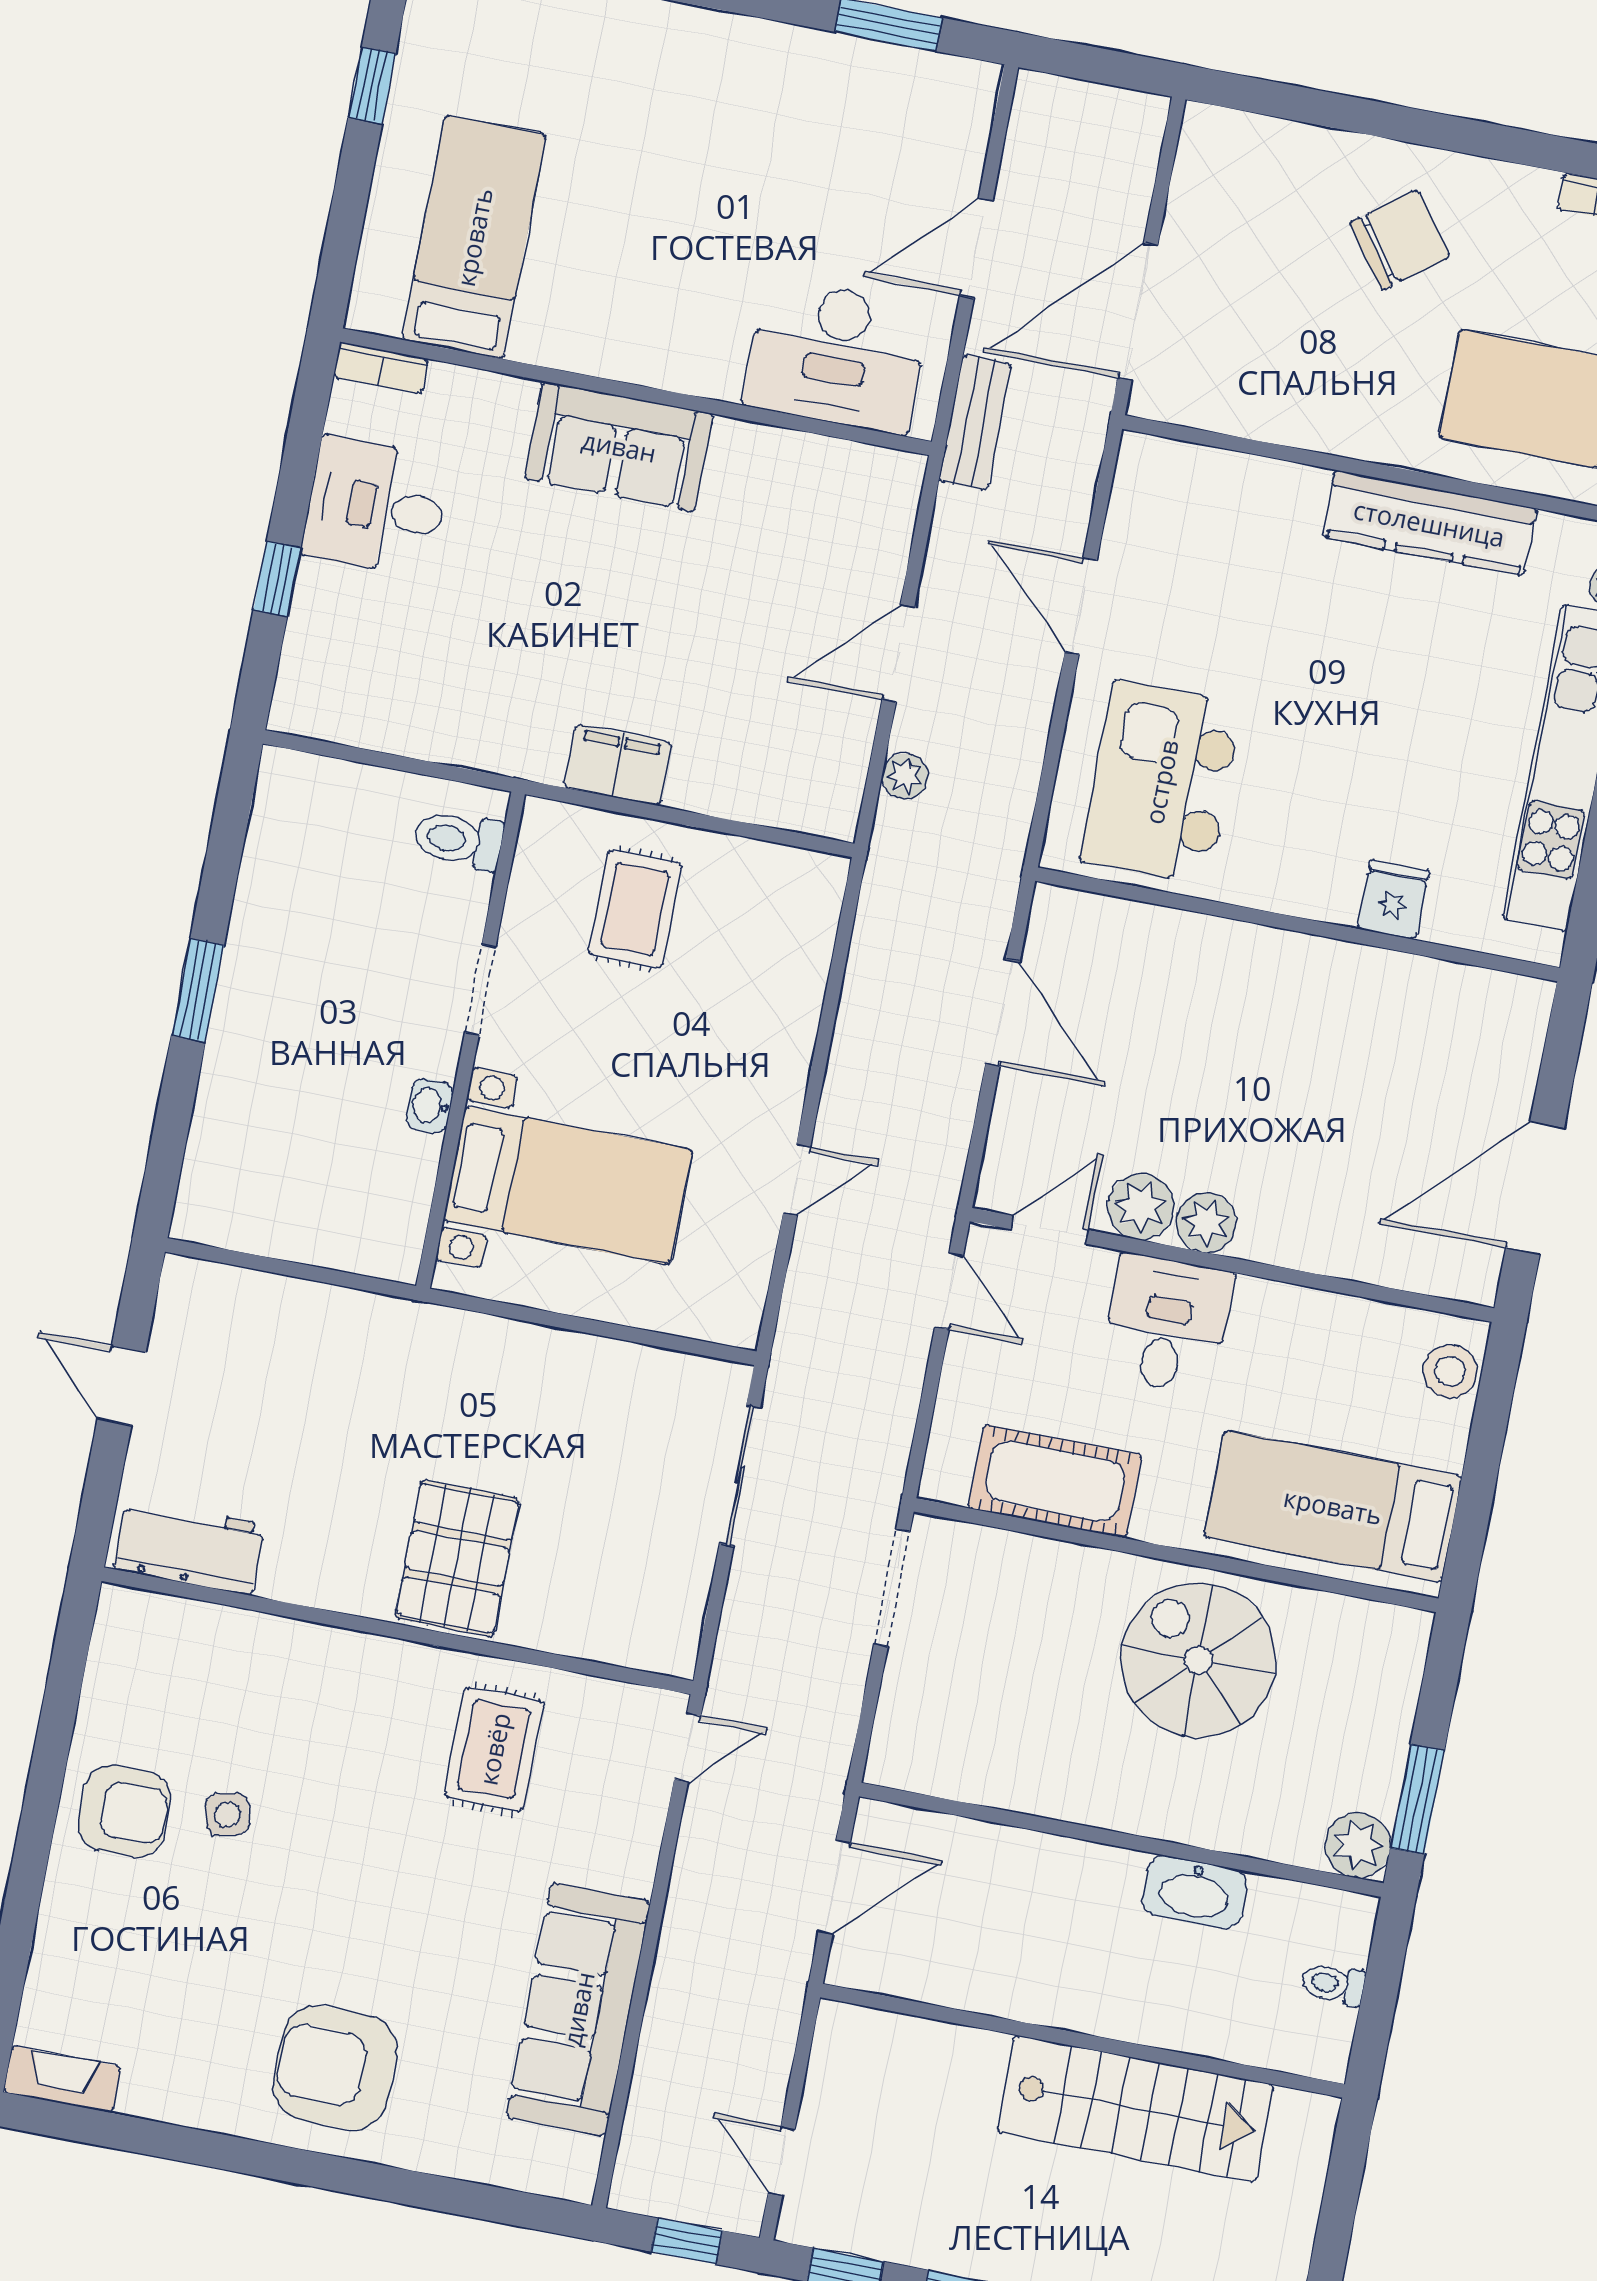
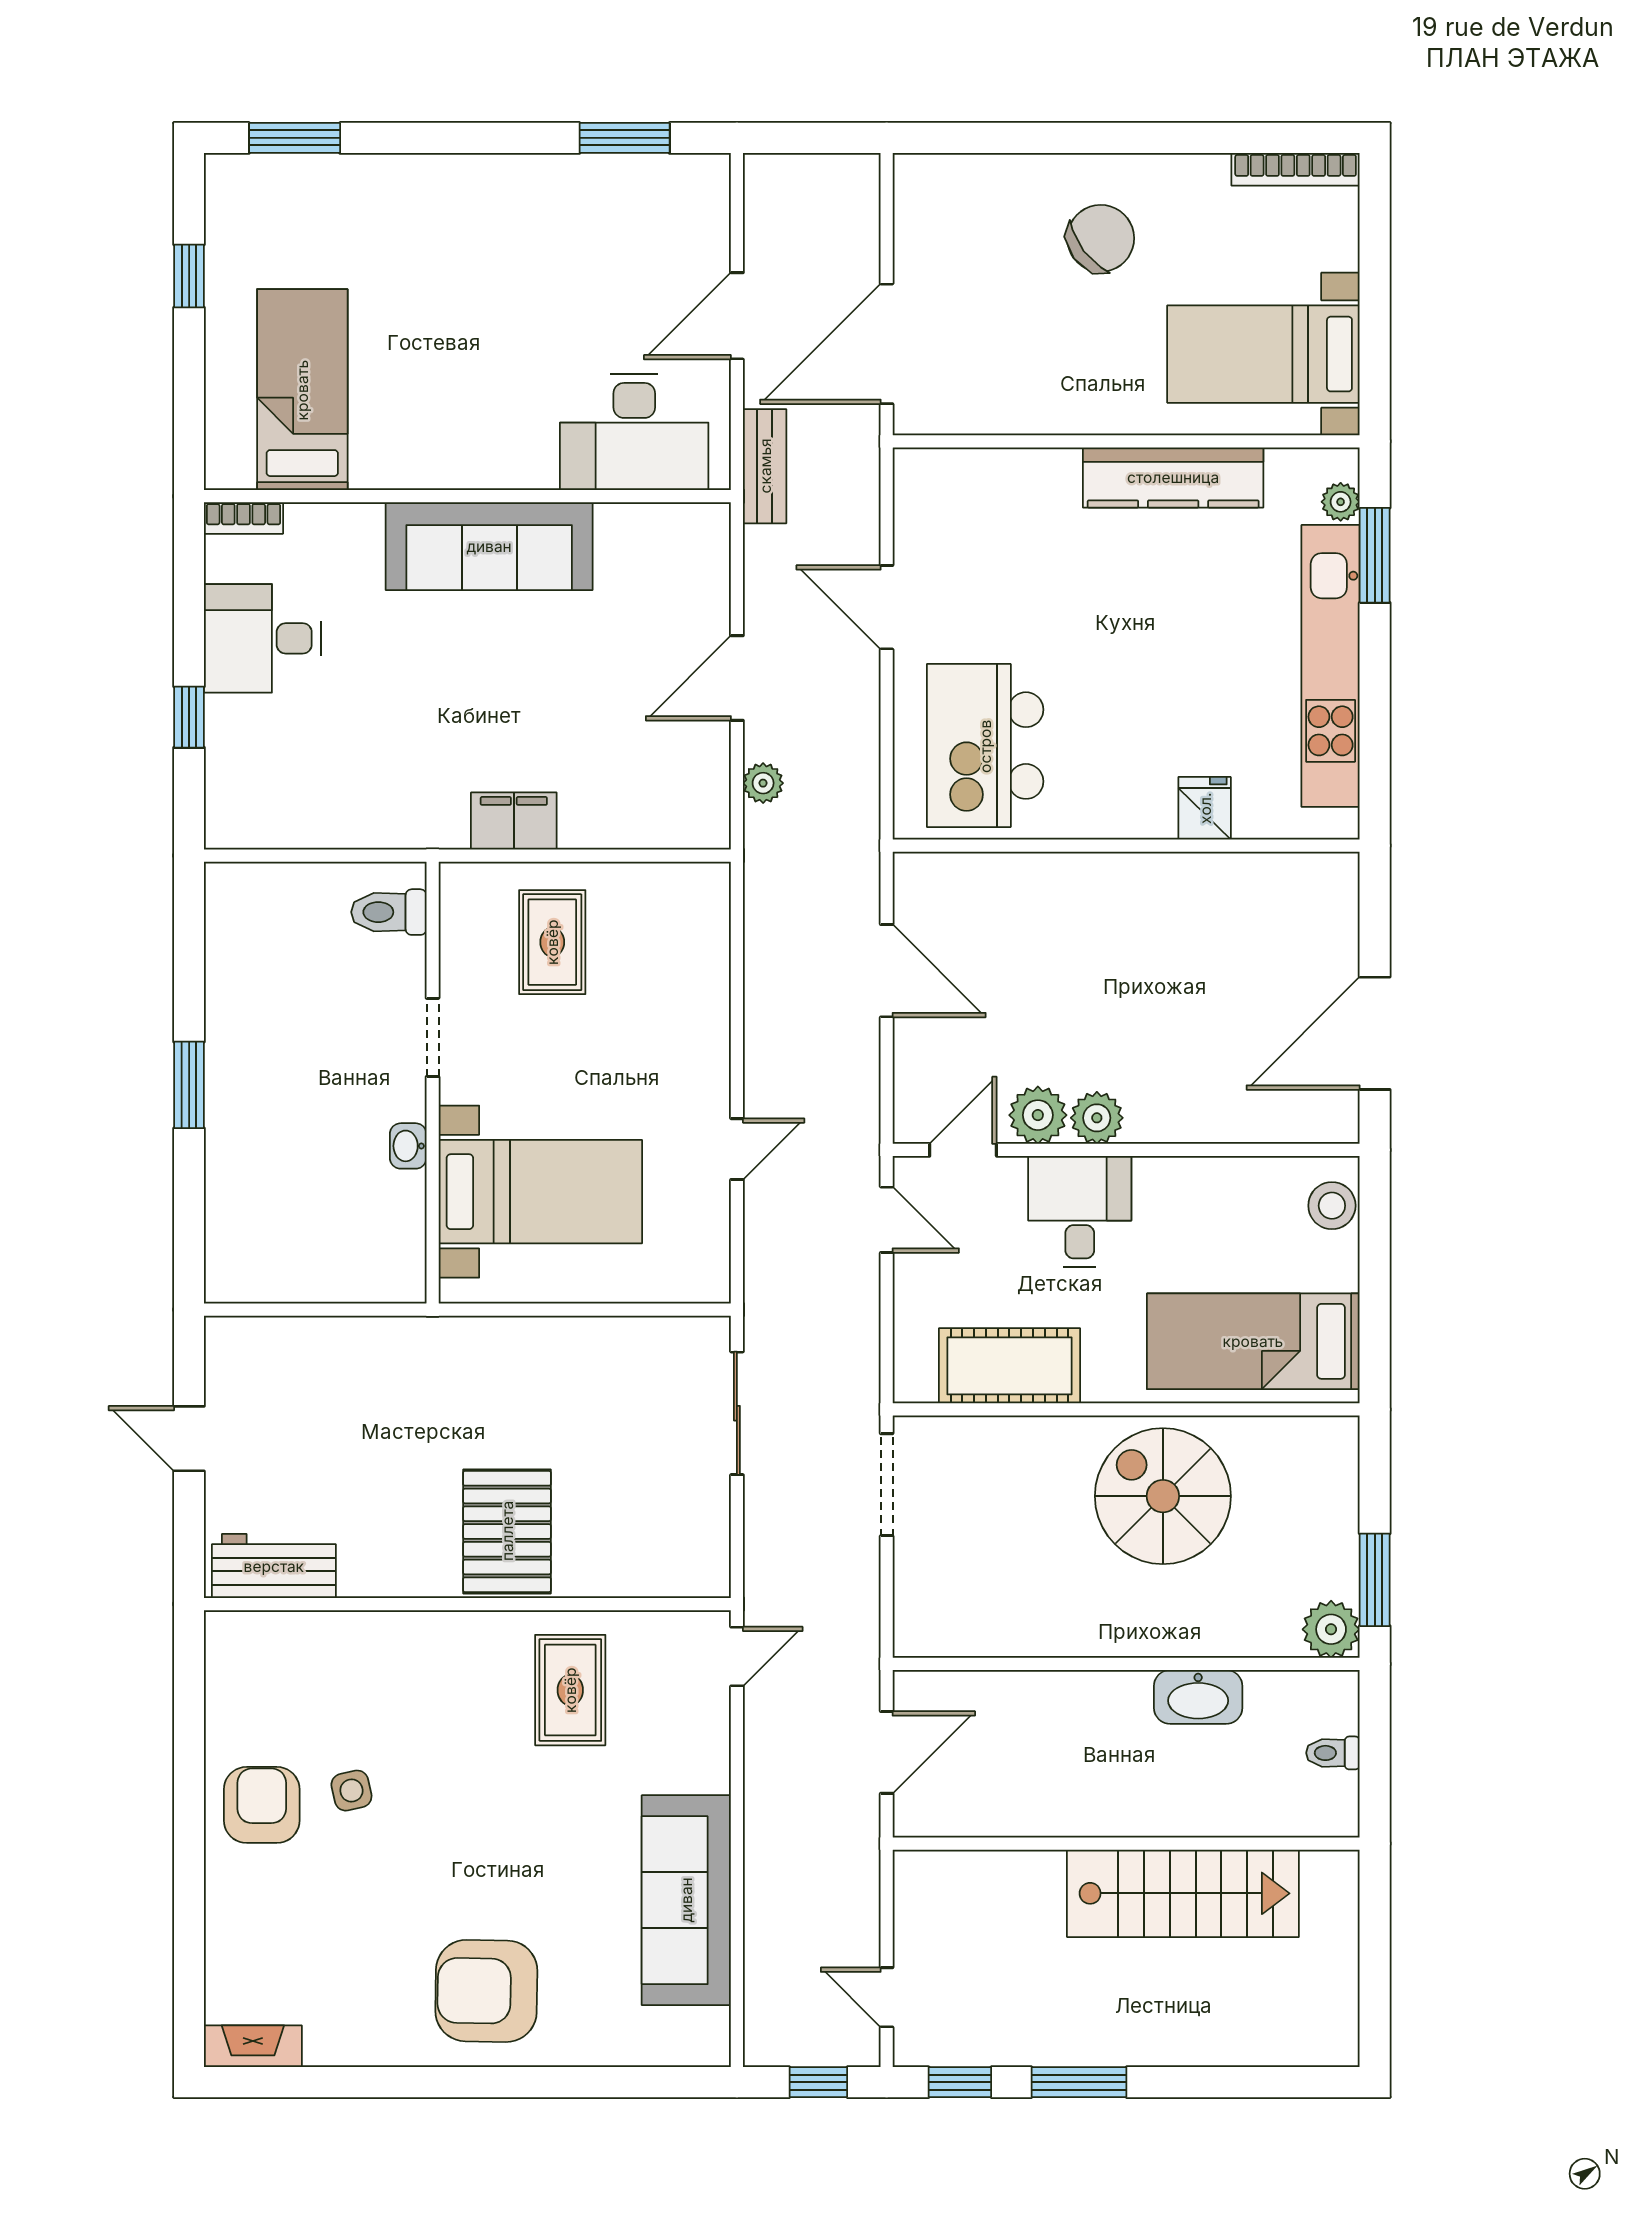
sofa: (619, 446) -> (489, 546), width x1.36
armchair: (124, 1811) -> (262, 1805), turned -90

